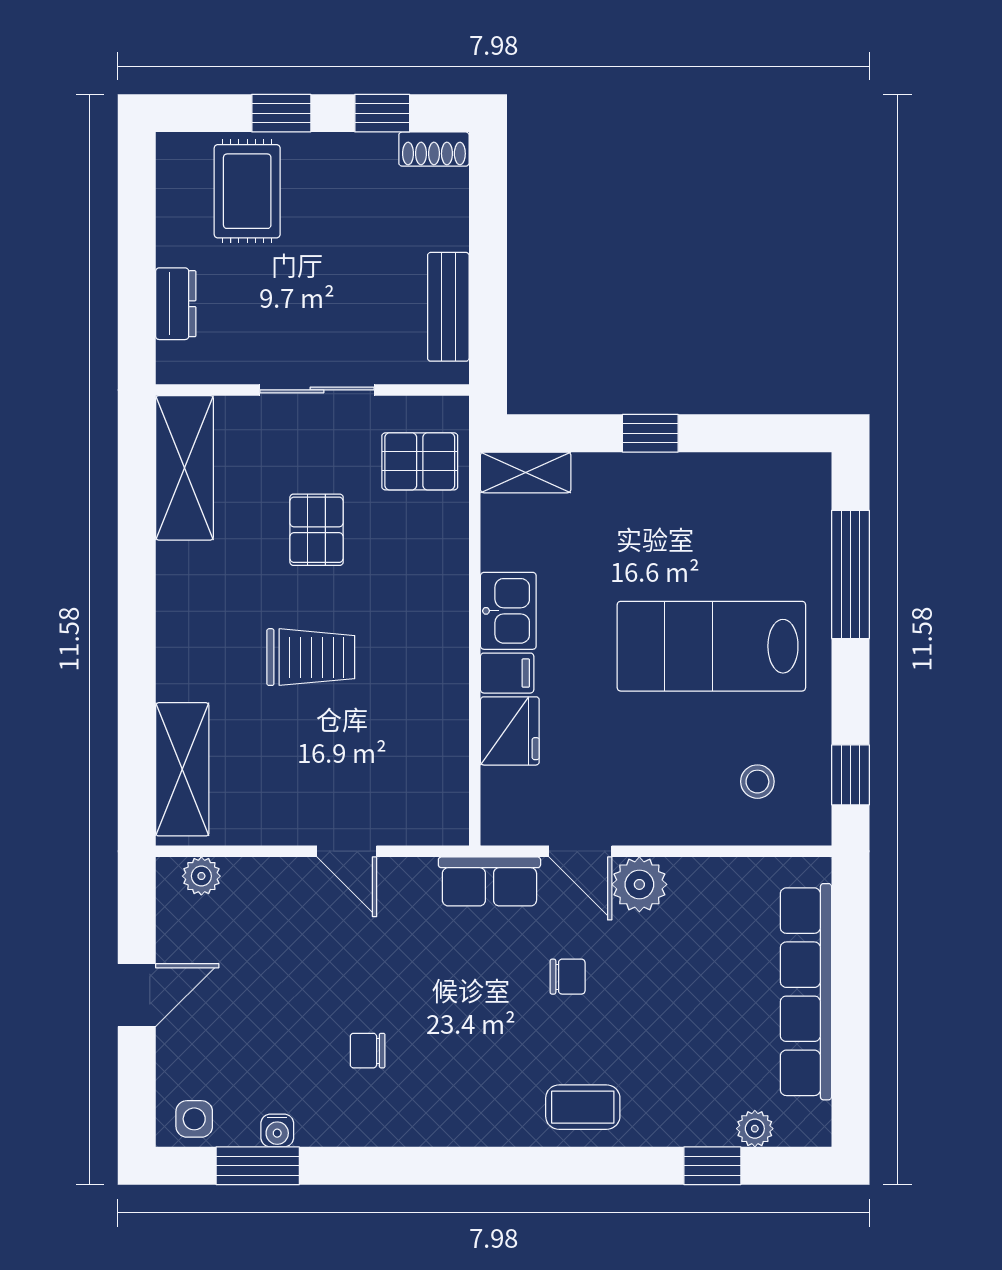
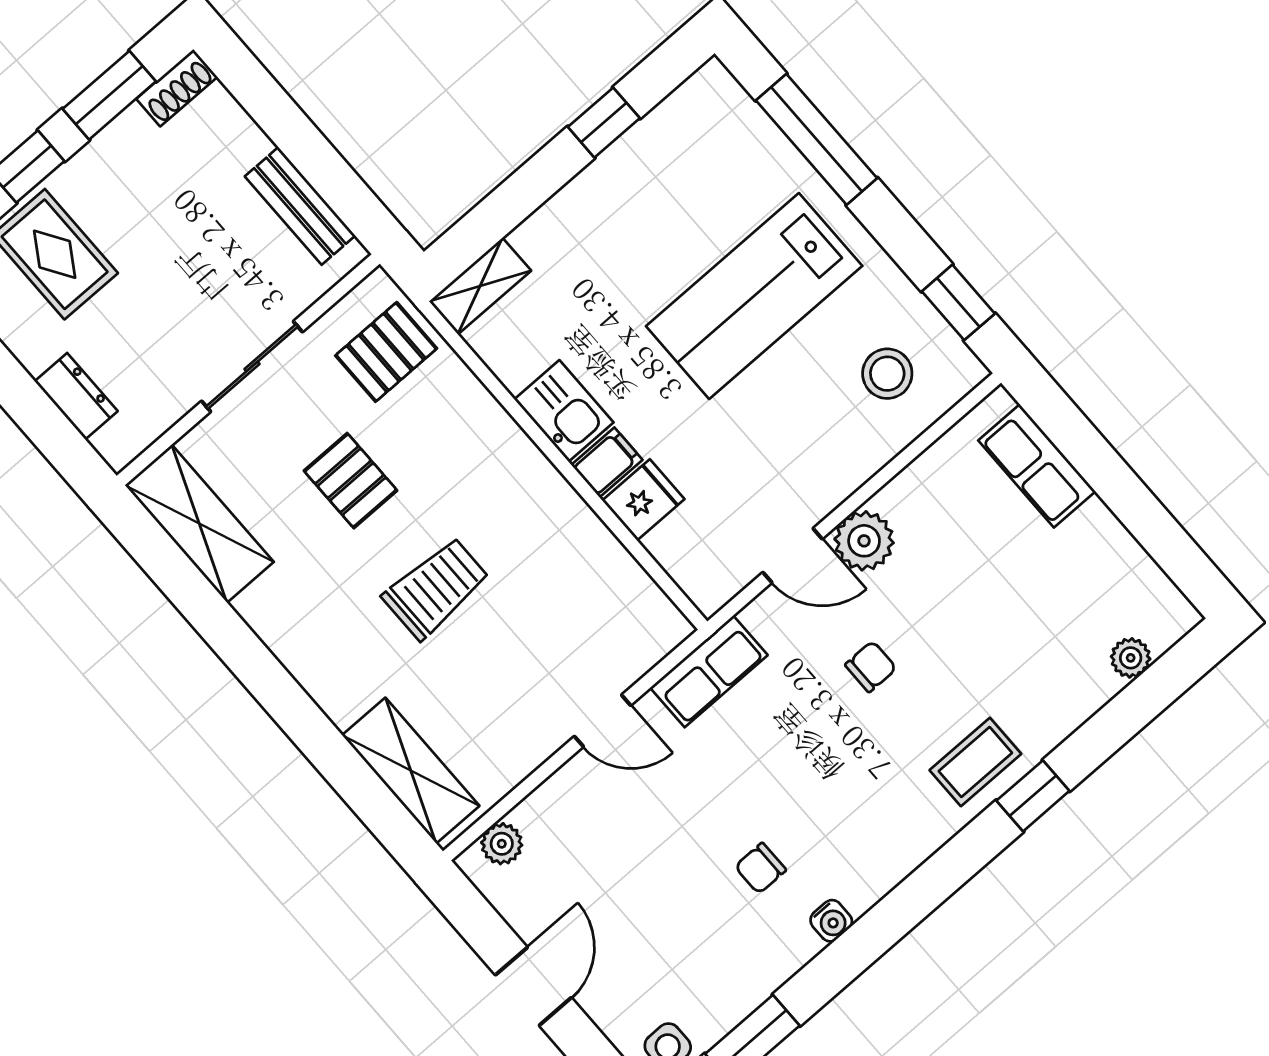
window: (382, 113) -> (109, 95), width x1.50
window: (650, 433) -> (604, 123), moved
fridge: (510, 731) -> (643, 500), width x0.72
stool: (757, 782) -> (887, 374), width x1.37, depth x1.37
row of seats: (489, 881) -> (709, 671), moved
row of seats: (806, 992) -> (1037, 466), width x0.50
water cooler: (277, 1130) -> (831, 921), moved
window: (712, 1166) -> (1033, 796), moved

